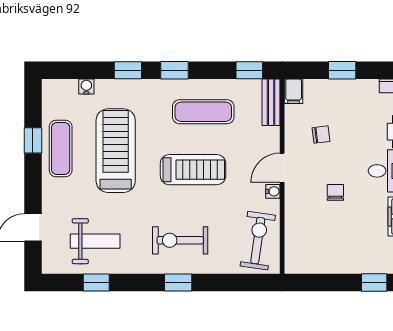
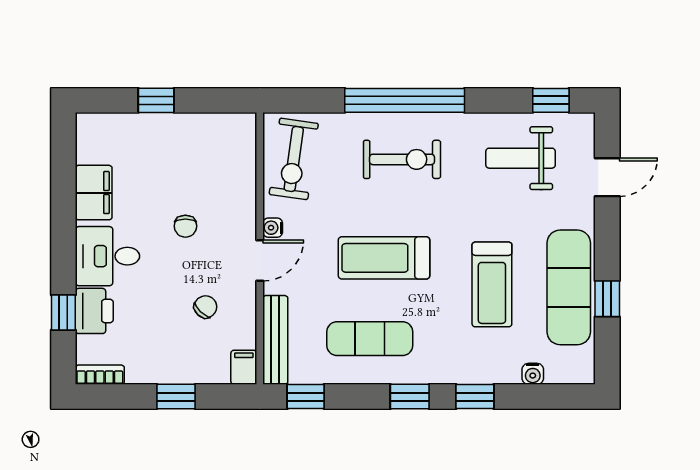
bench: (271, 102) -> (275, 340), width x1.36
chair: (321, 135) -> (205, 307), turned 141
exercise mat: (61, 149) -> (569, 287), width x1.36, depth x1.45
treadmill: (116, 151) -> (492, 284), width x0.73, depth x0.73
window: (96, 283) -> (551, 100), moved
window: (178, 283) -> (405, 100), width x3.17
window: (374, 283) -> (156, 100), moved

